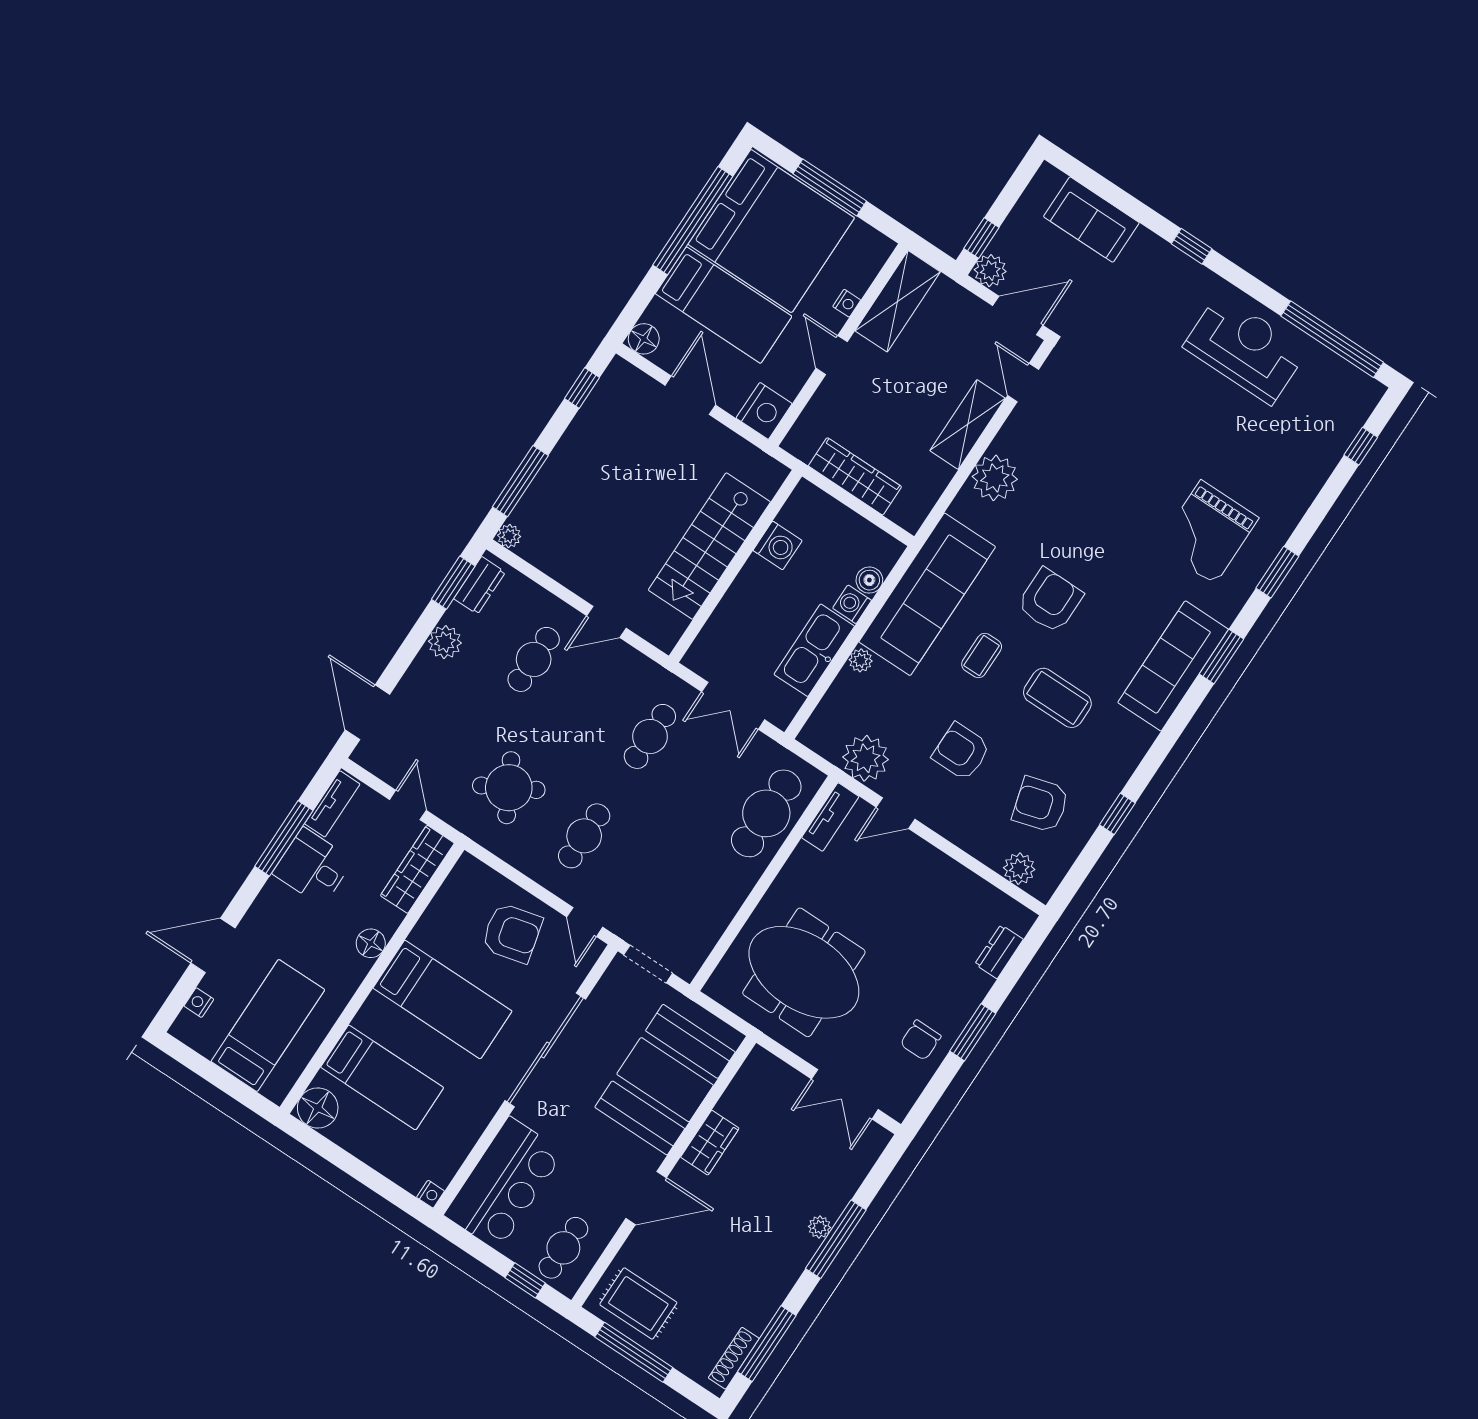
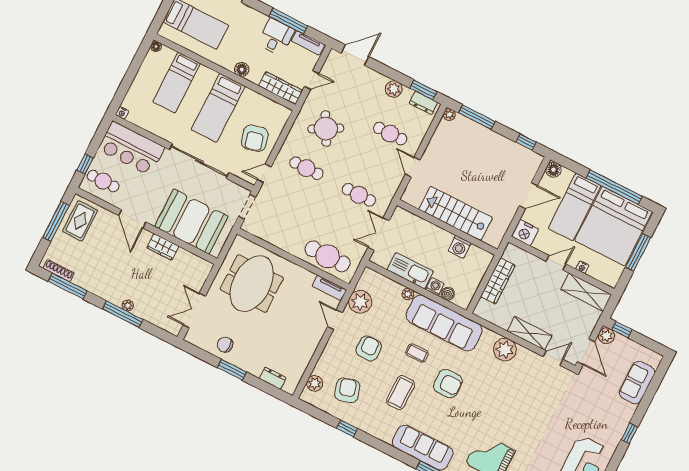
floor lamp: (318, 1108) -> (156, 46), width x0.53, depth x0.53

